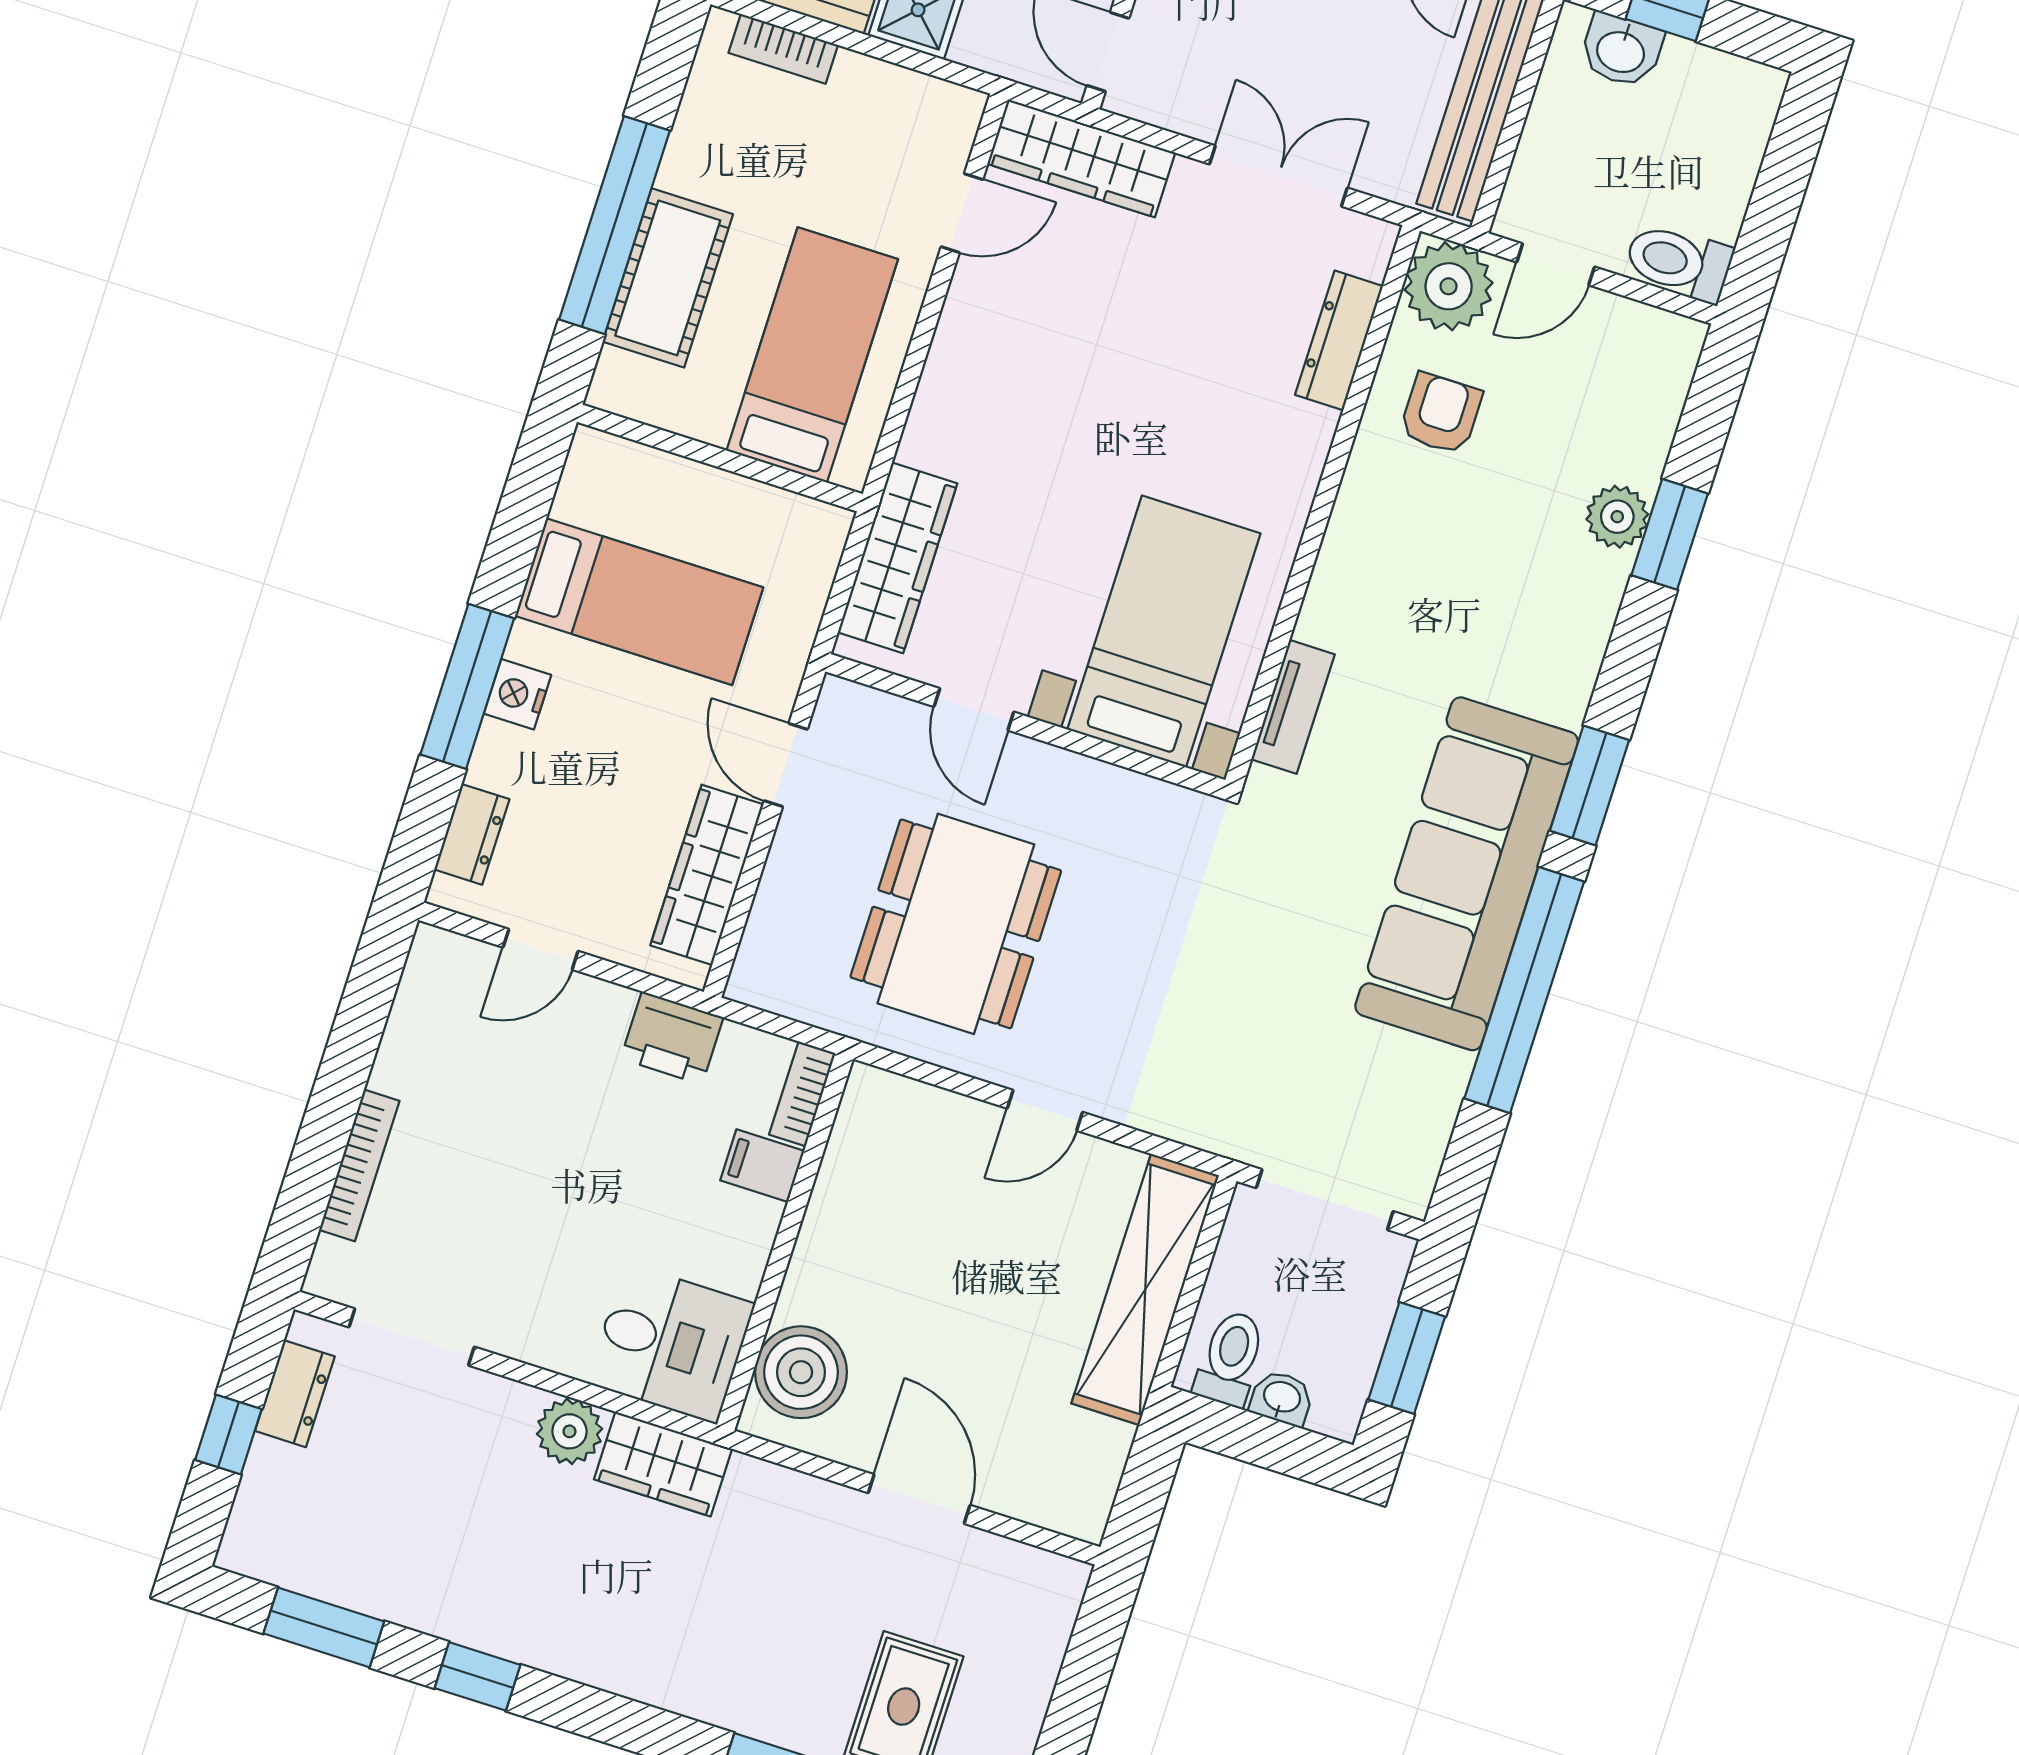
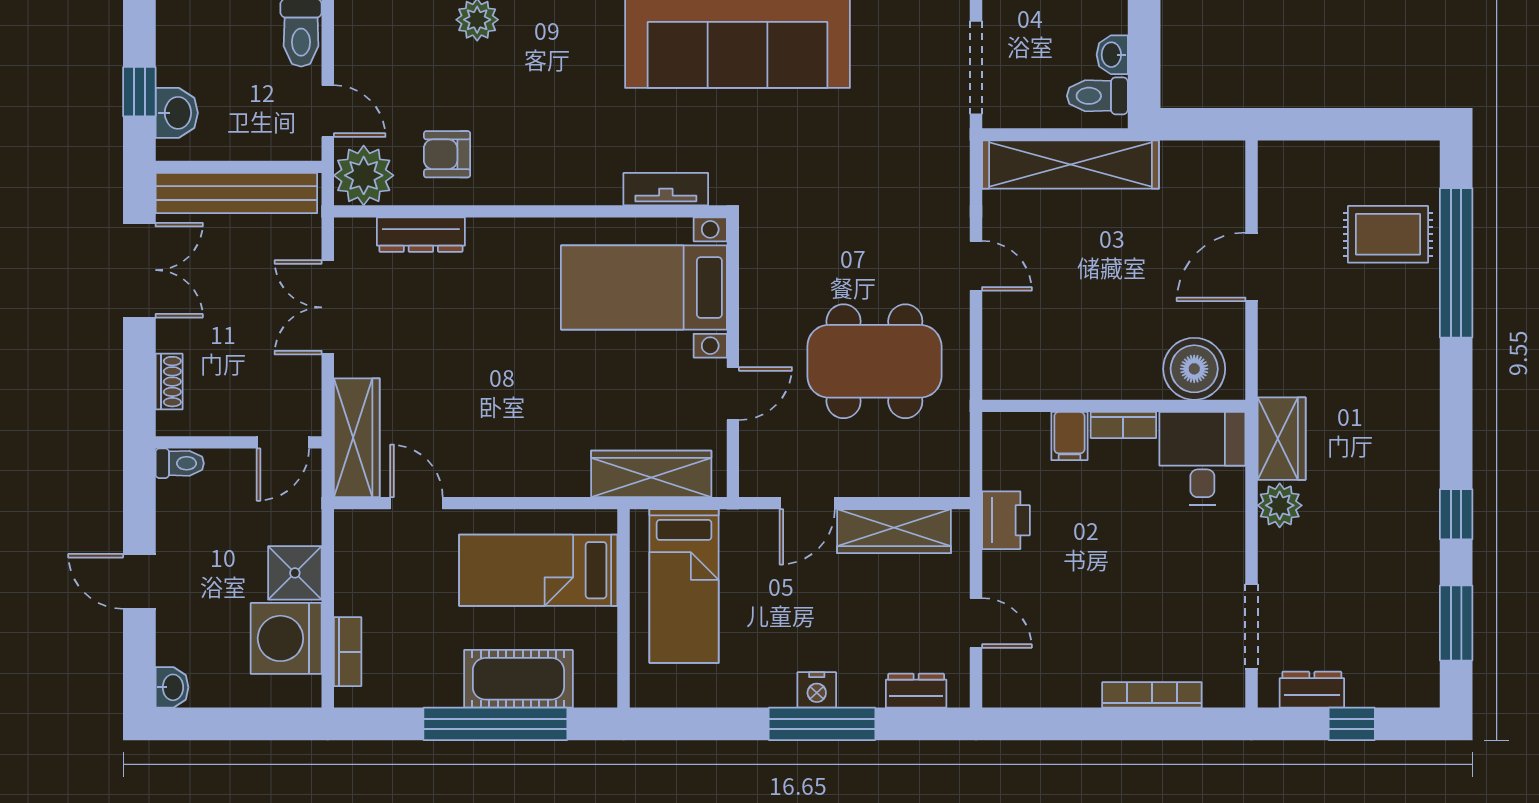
bed: (639, 602) -> (684, 586), moved, turned 180
bookcase: (802, 1094) -> (1123, 425), moved

